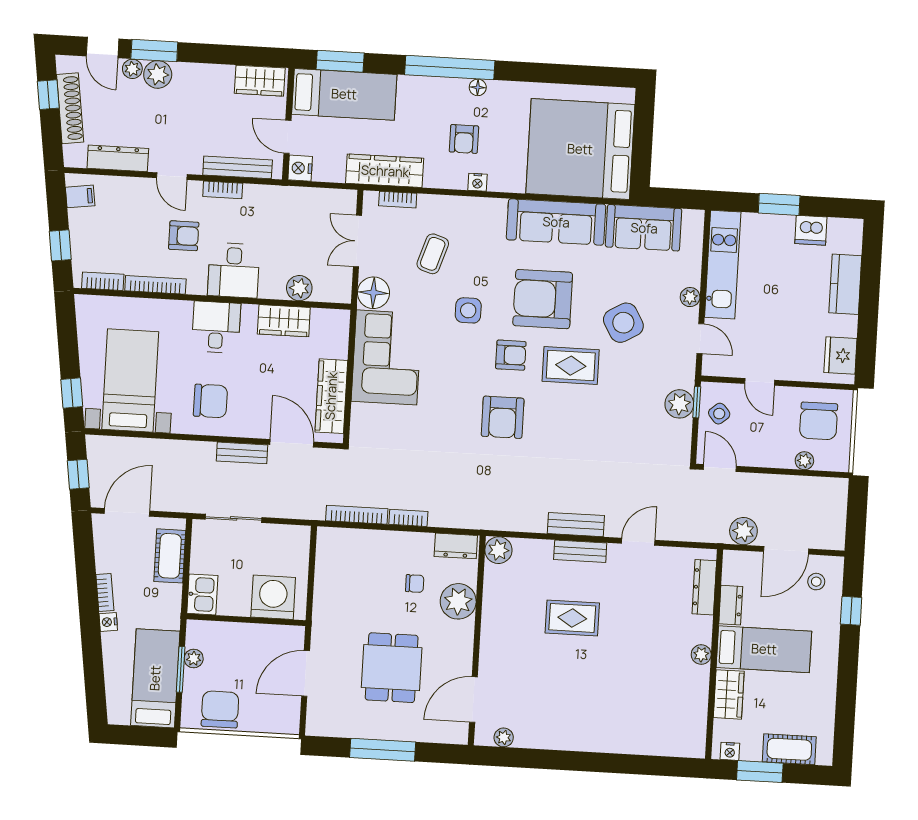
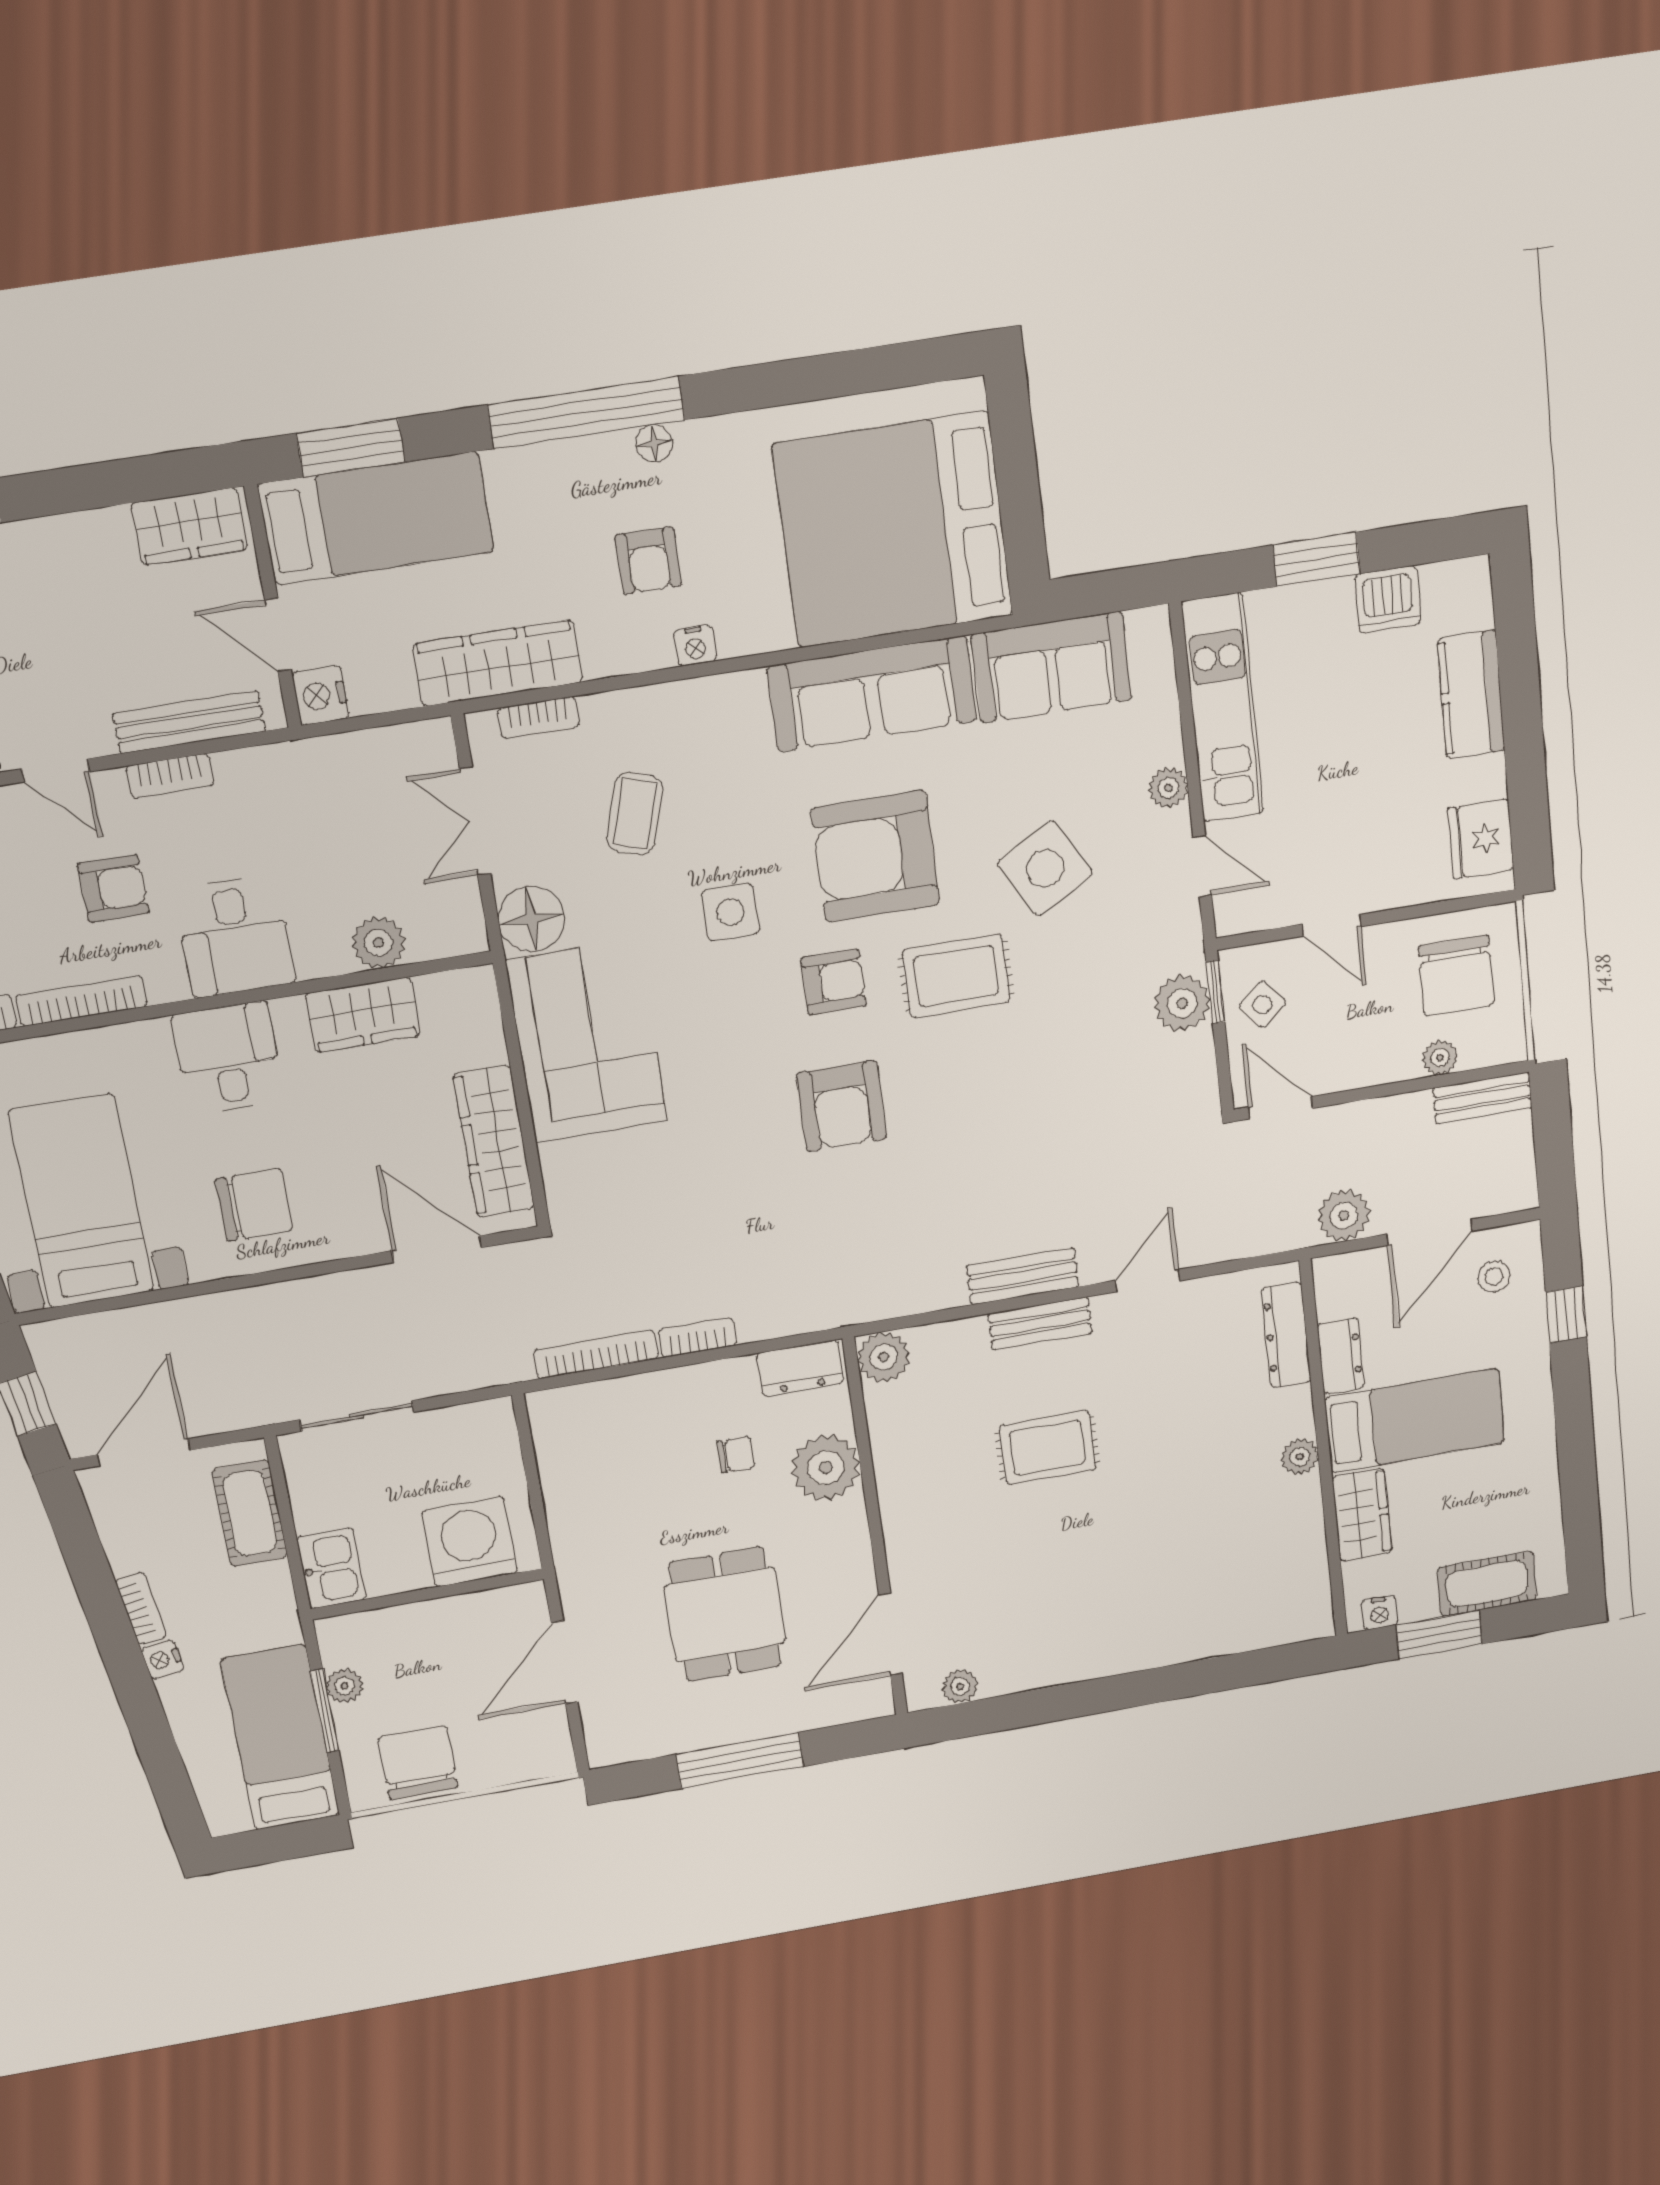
bench: (242, 453) -> (1483, 1098), moved

